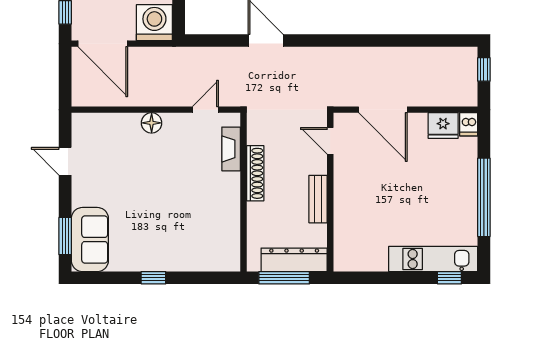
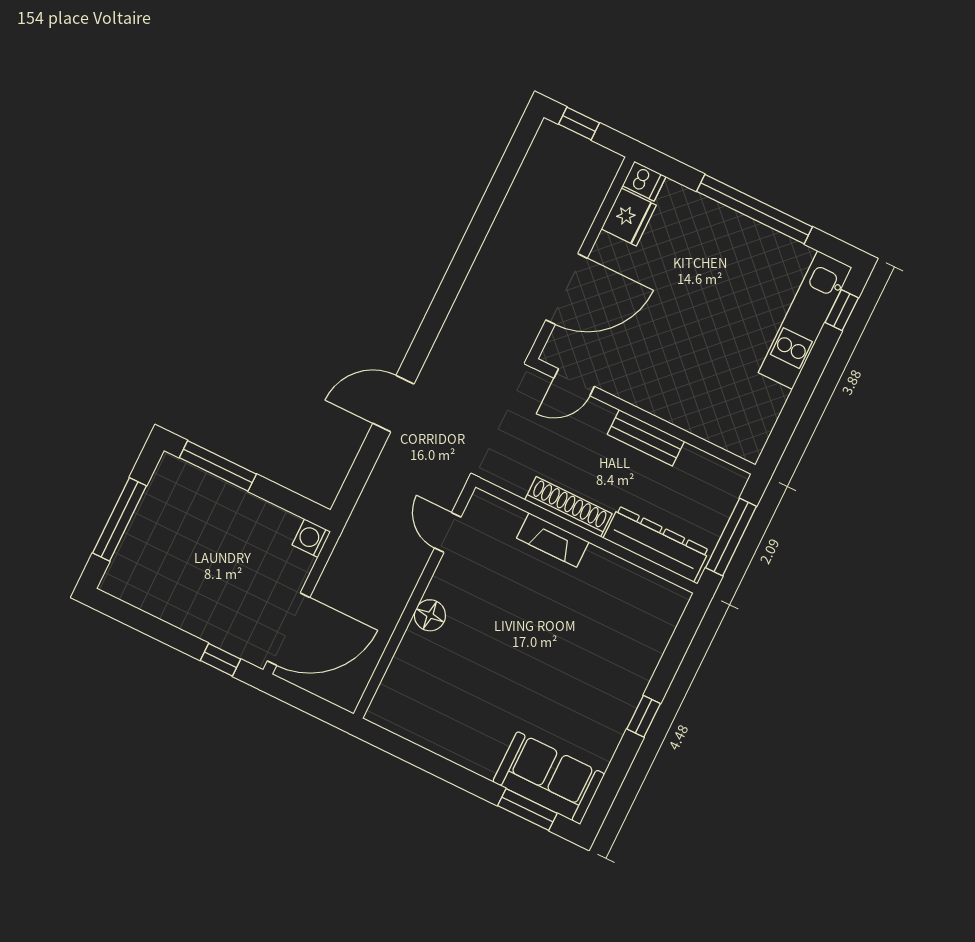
washing machine: (154, 23) -> (311, 538), width x0.53, depth x0.53
fireplace: (231, 149) -> (553, 540), moved
door: (65, 161) -> (425, 759), removed
dresser: (294, 260) -> (656, 544), moved, turned 90

